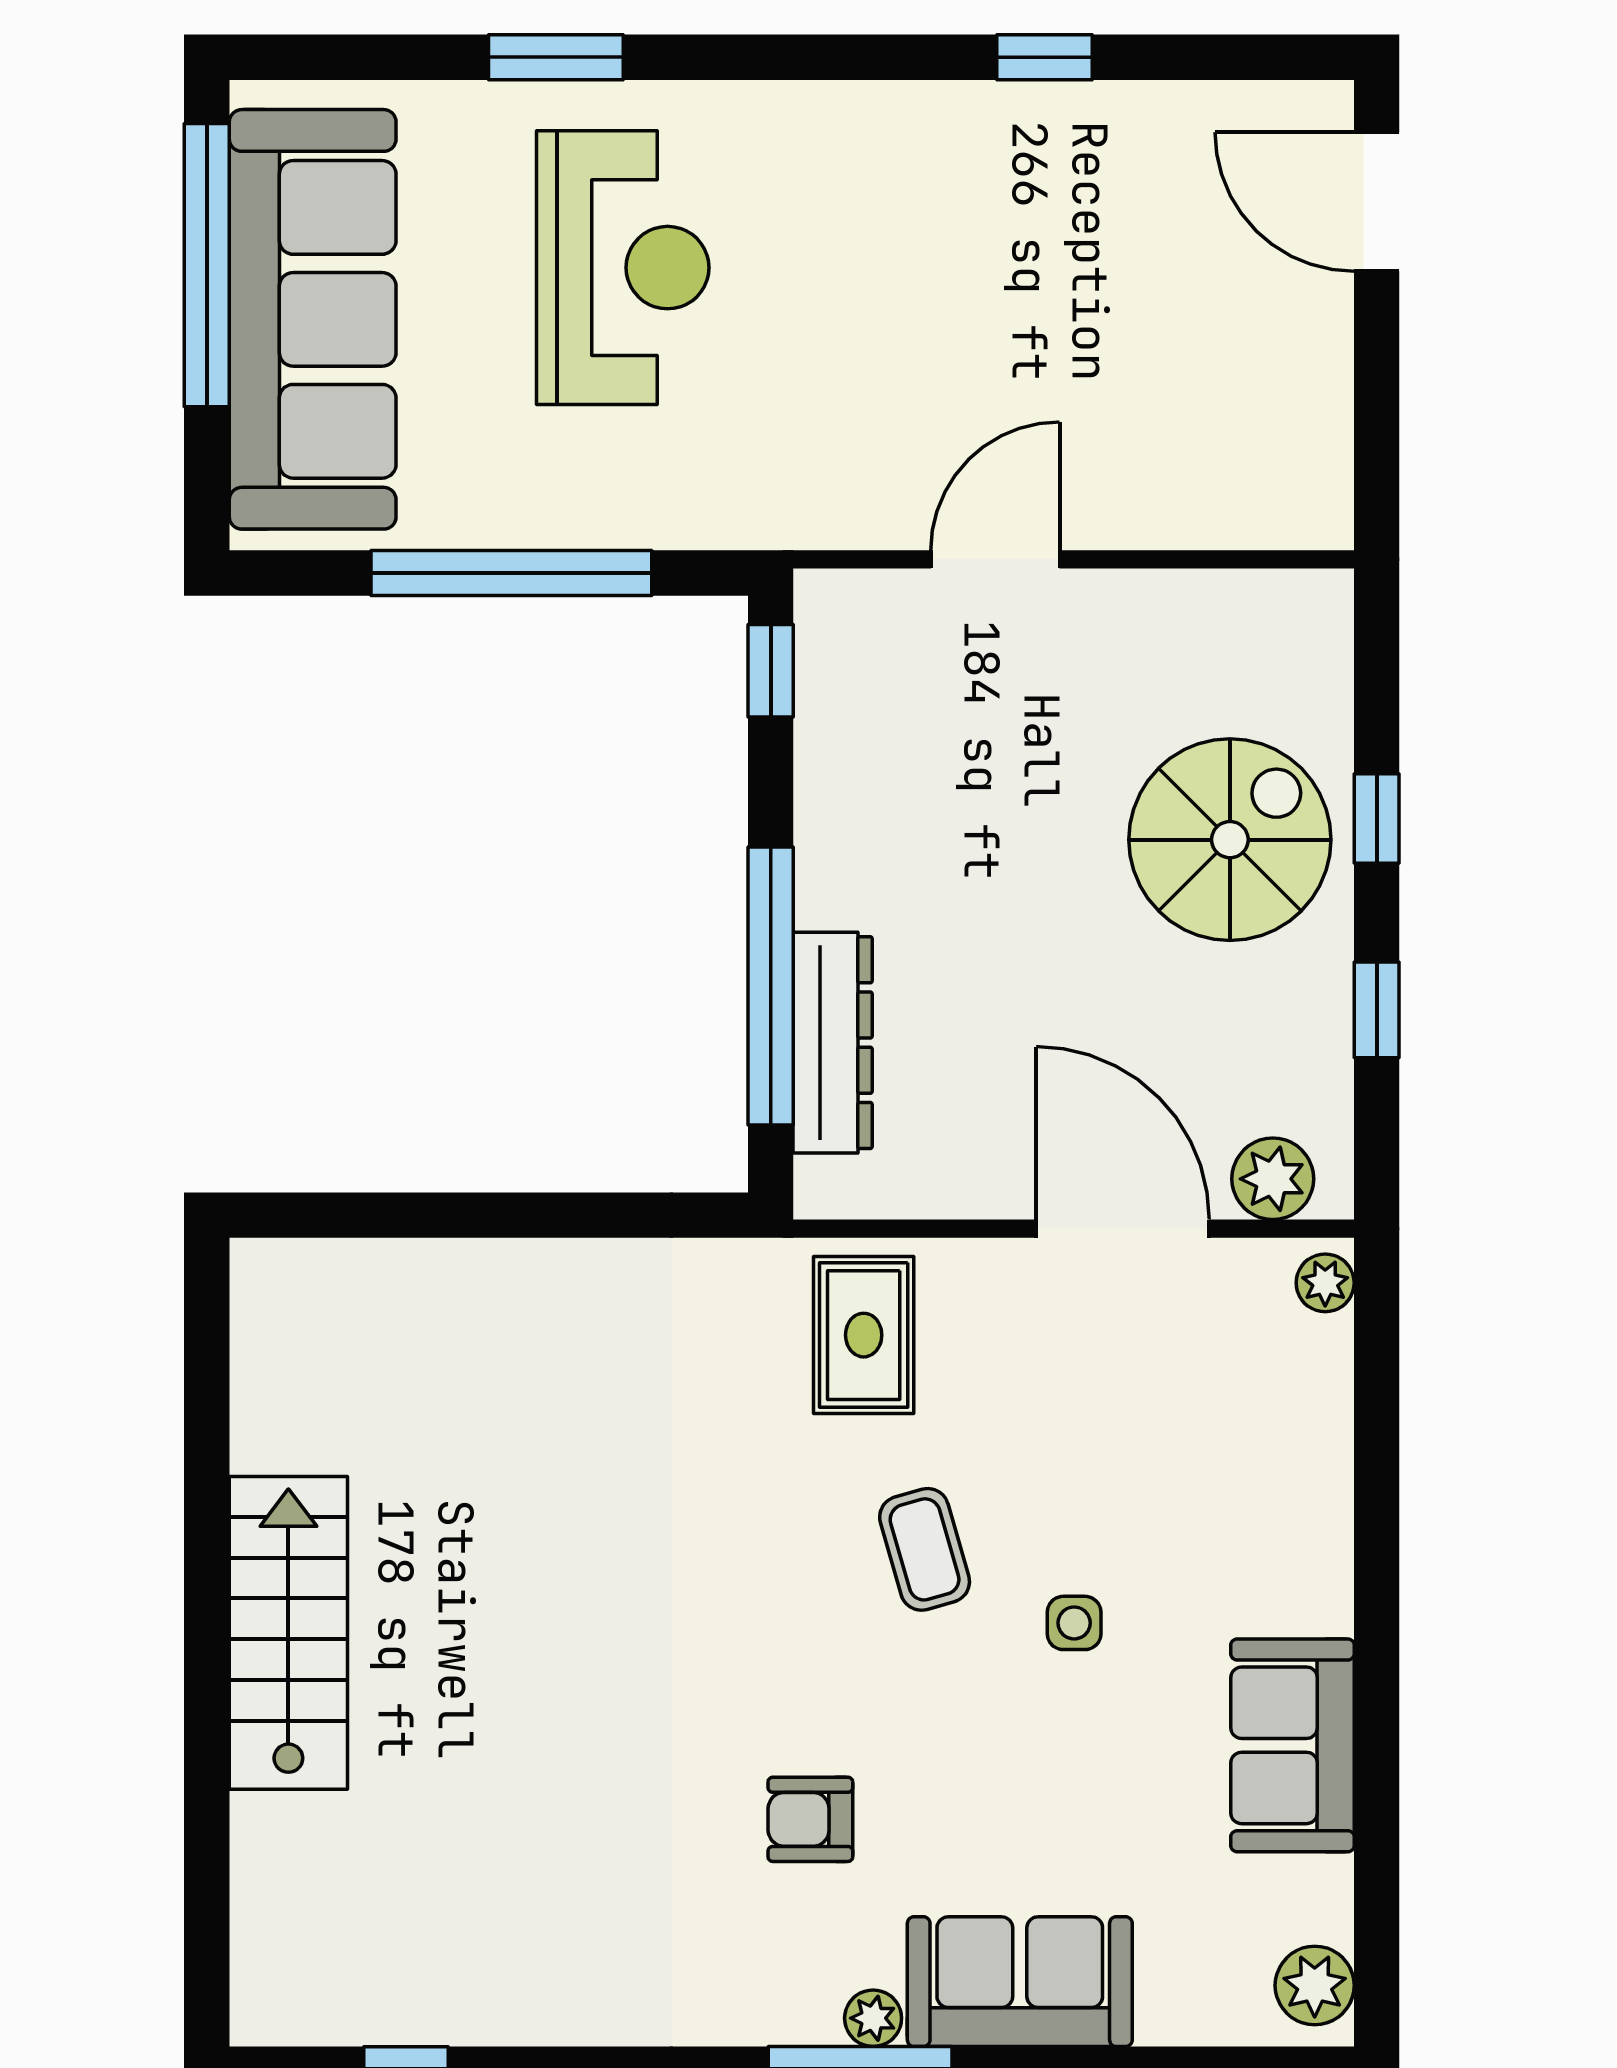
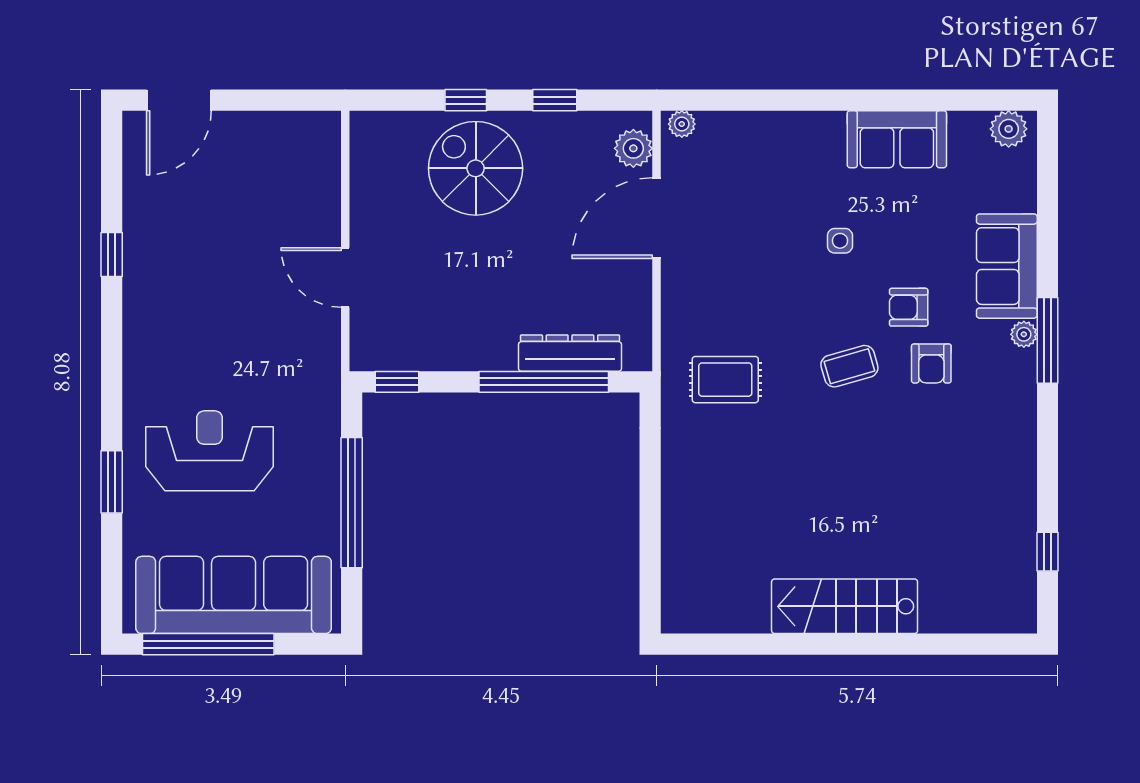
rug: (864, 1335) -> (725, 380), moved
coffee table: (925, 1549) -> (849, 366), moved
armchair: (931, 1771) -> (909, 307), added

